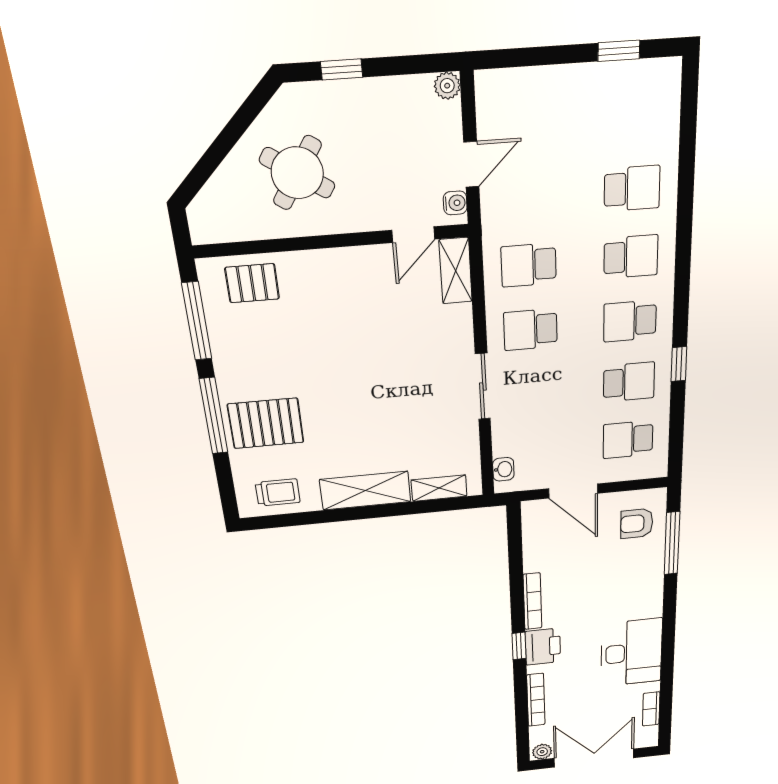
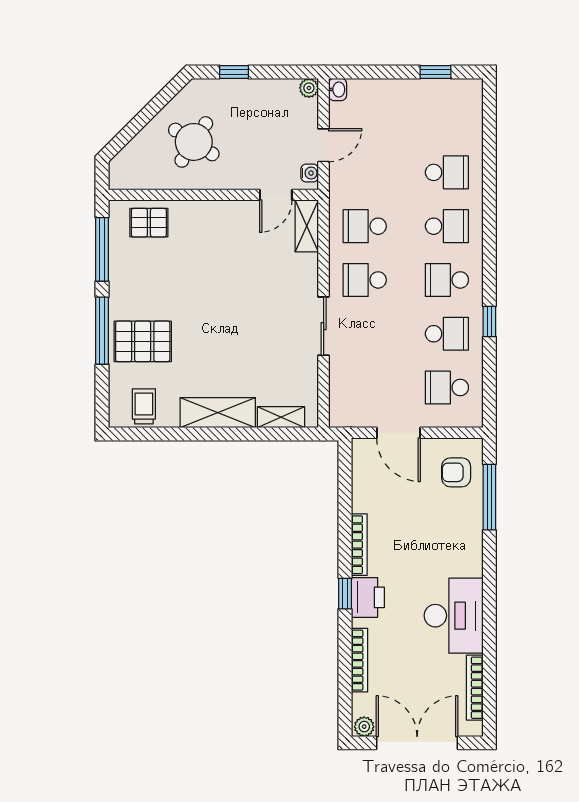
washbasin: (503, 469) -> (338, 89), moved
trolley: (278, 492) -> (144, 406), turned -90
bookcase: (651, 709) -> (475, 688), width x1.56

